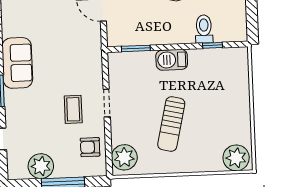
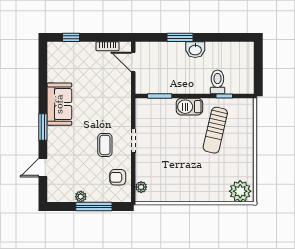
sun lounger: (171, 124) -> (215, 130), moved
plant: (124, 157) -> (141, 187), width x0.53, depth x0.53
plant: (41, 166) -> (81, 197), width x0.53, depth x0.53

